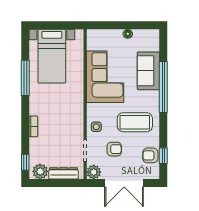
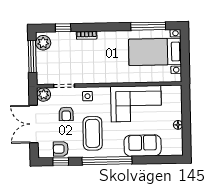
window: (25, 78) -> (148, 26), moved
window: (163, 87) -> (107, 161), moved
armchair: (150, 155) -> (61, 149), turned -90
window: (25, 162) -> (63, 28), moved
dresser: (64, 173) -> (42, 65), removed
window: (54, 183) -> (32, 56), added

